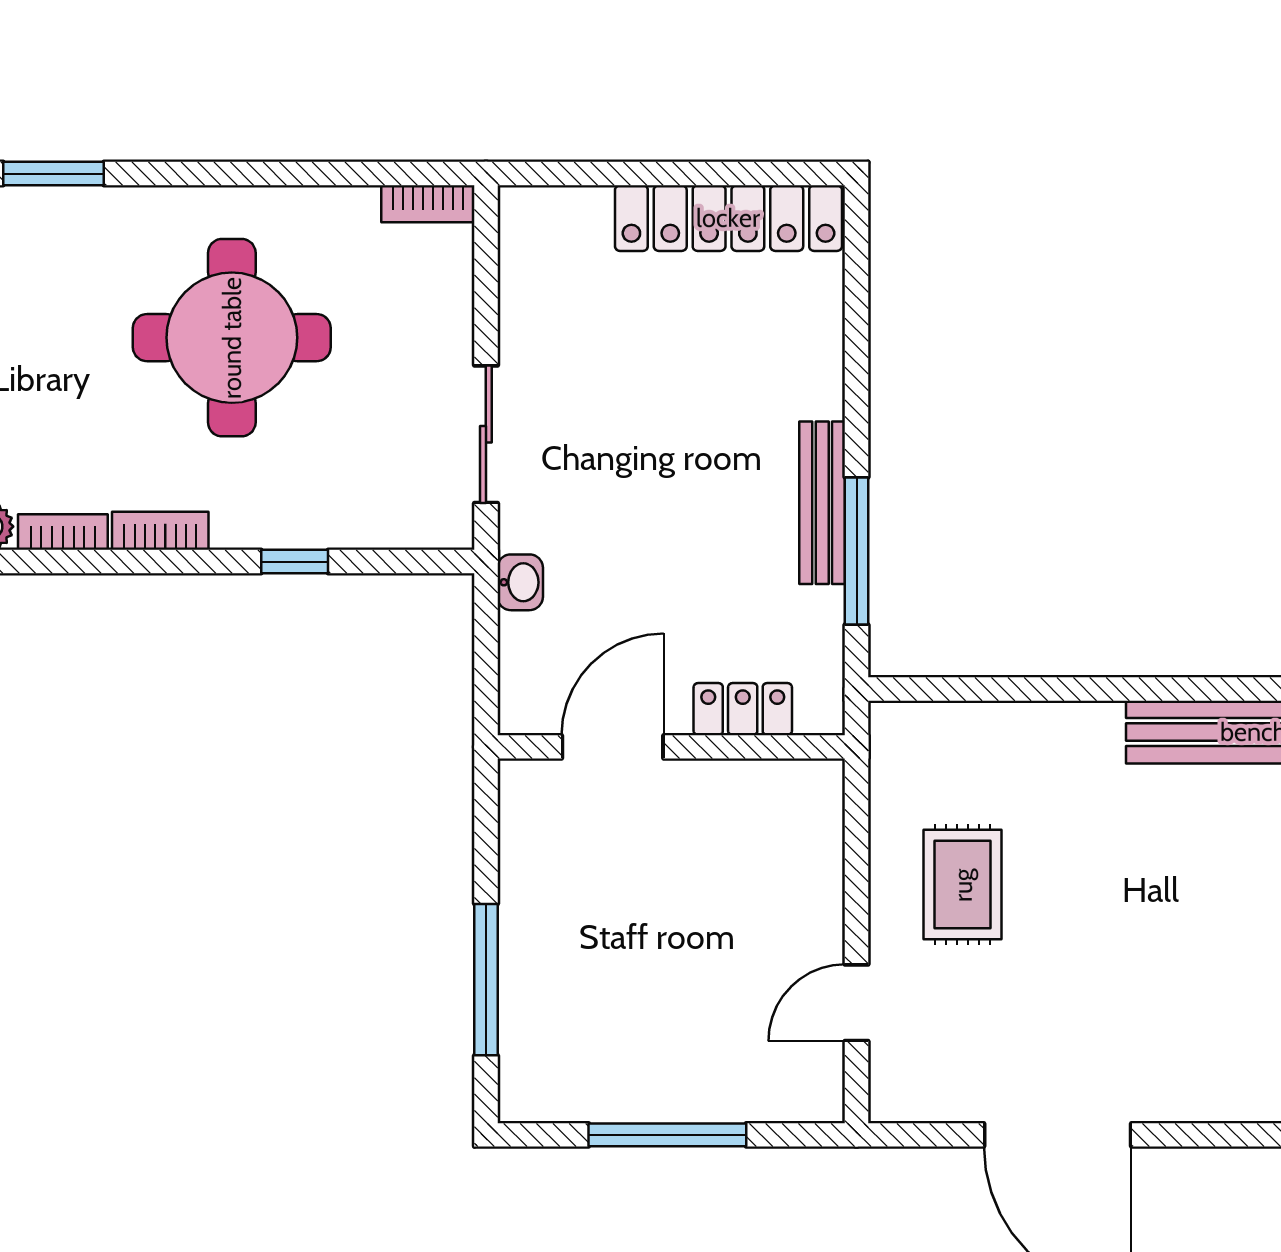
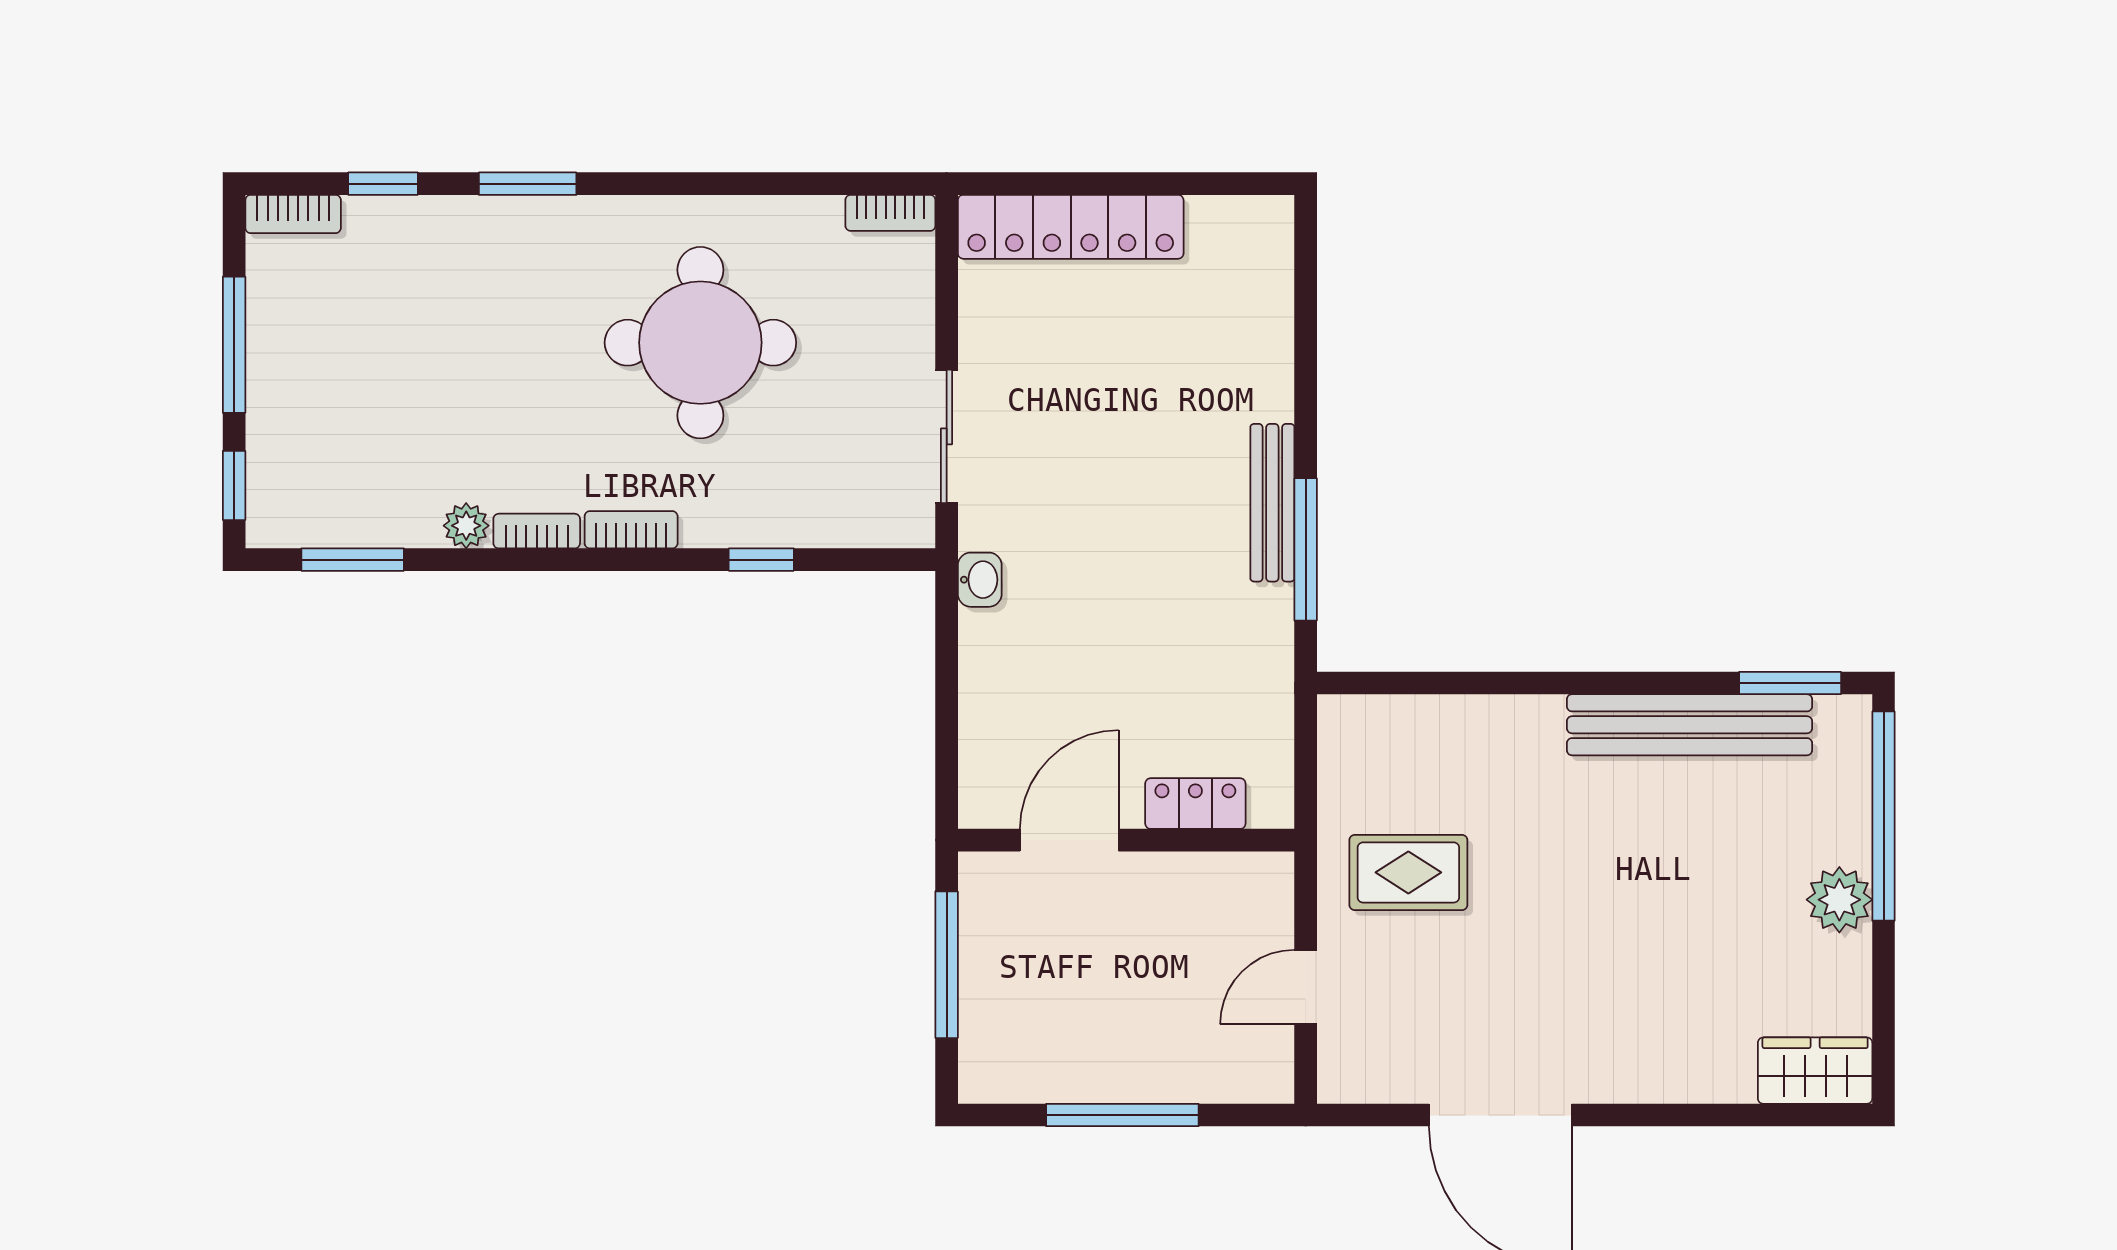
locker: (728, 218) -> (1071, 227), moved
locker: (743, 709) -> (1195, 804), moved
door: (613, 747) -> (1069, 840), moved
wall: (671, 747) -> (1126, 840), moved
rug: (963, 885) -> (1408, 872), turned 90

